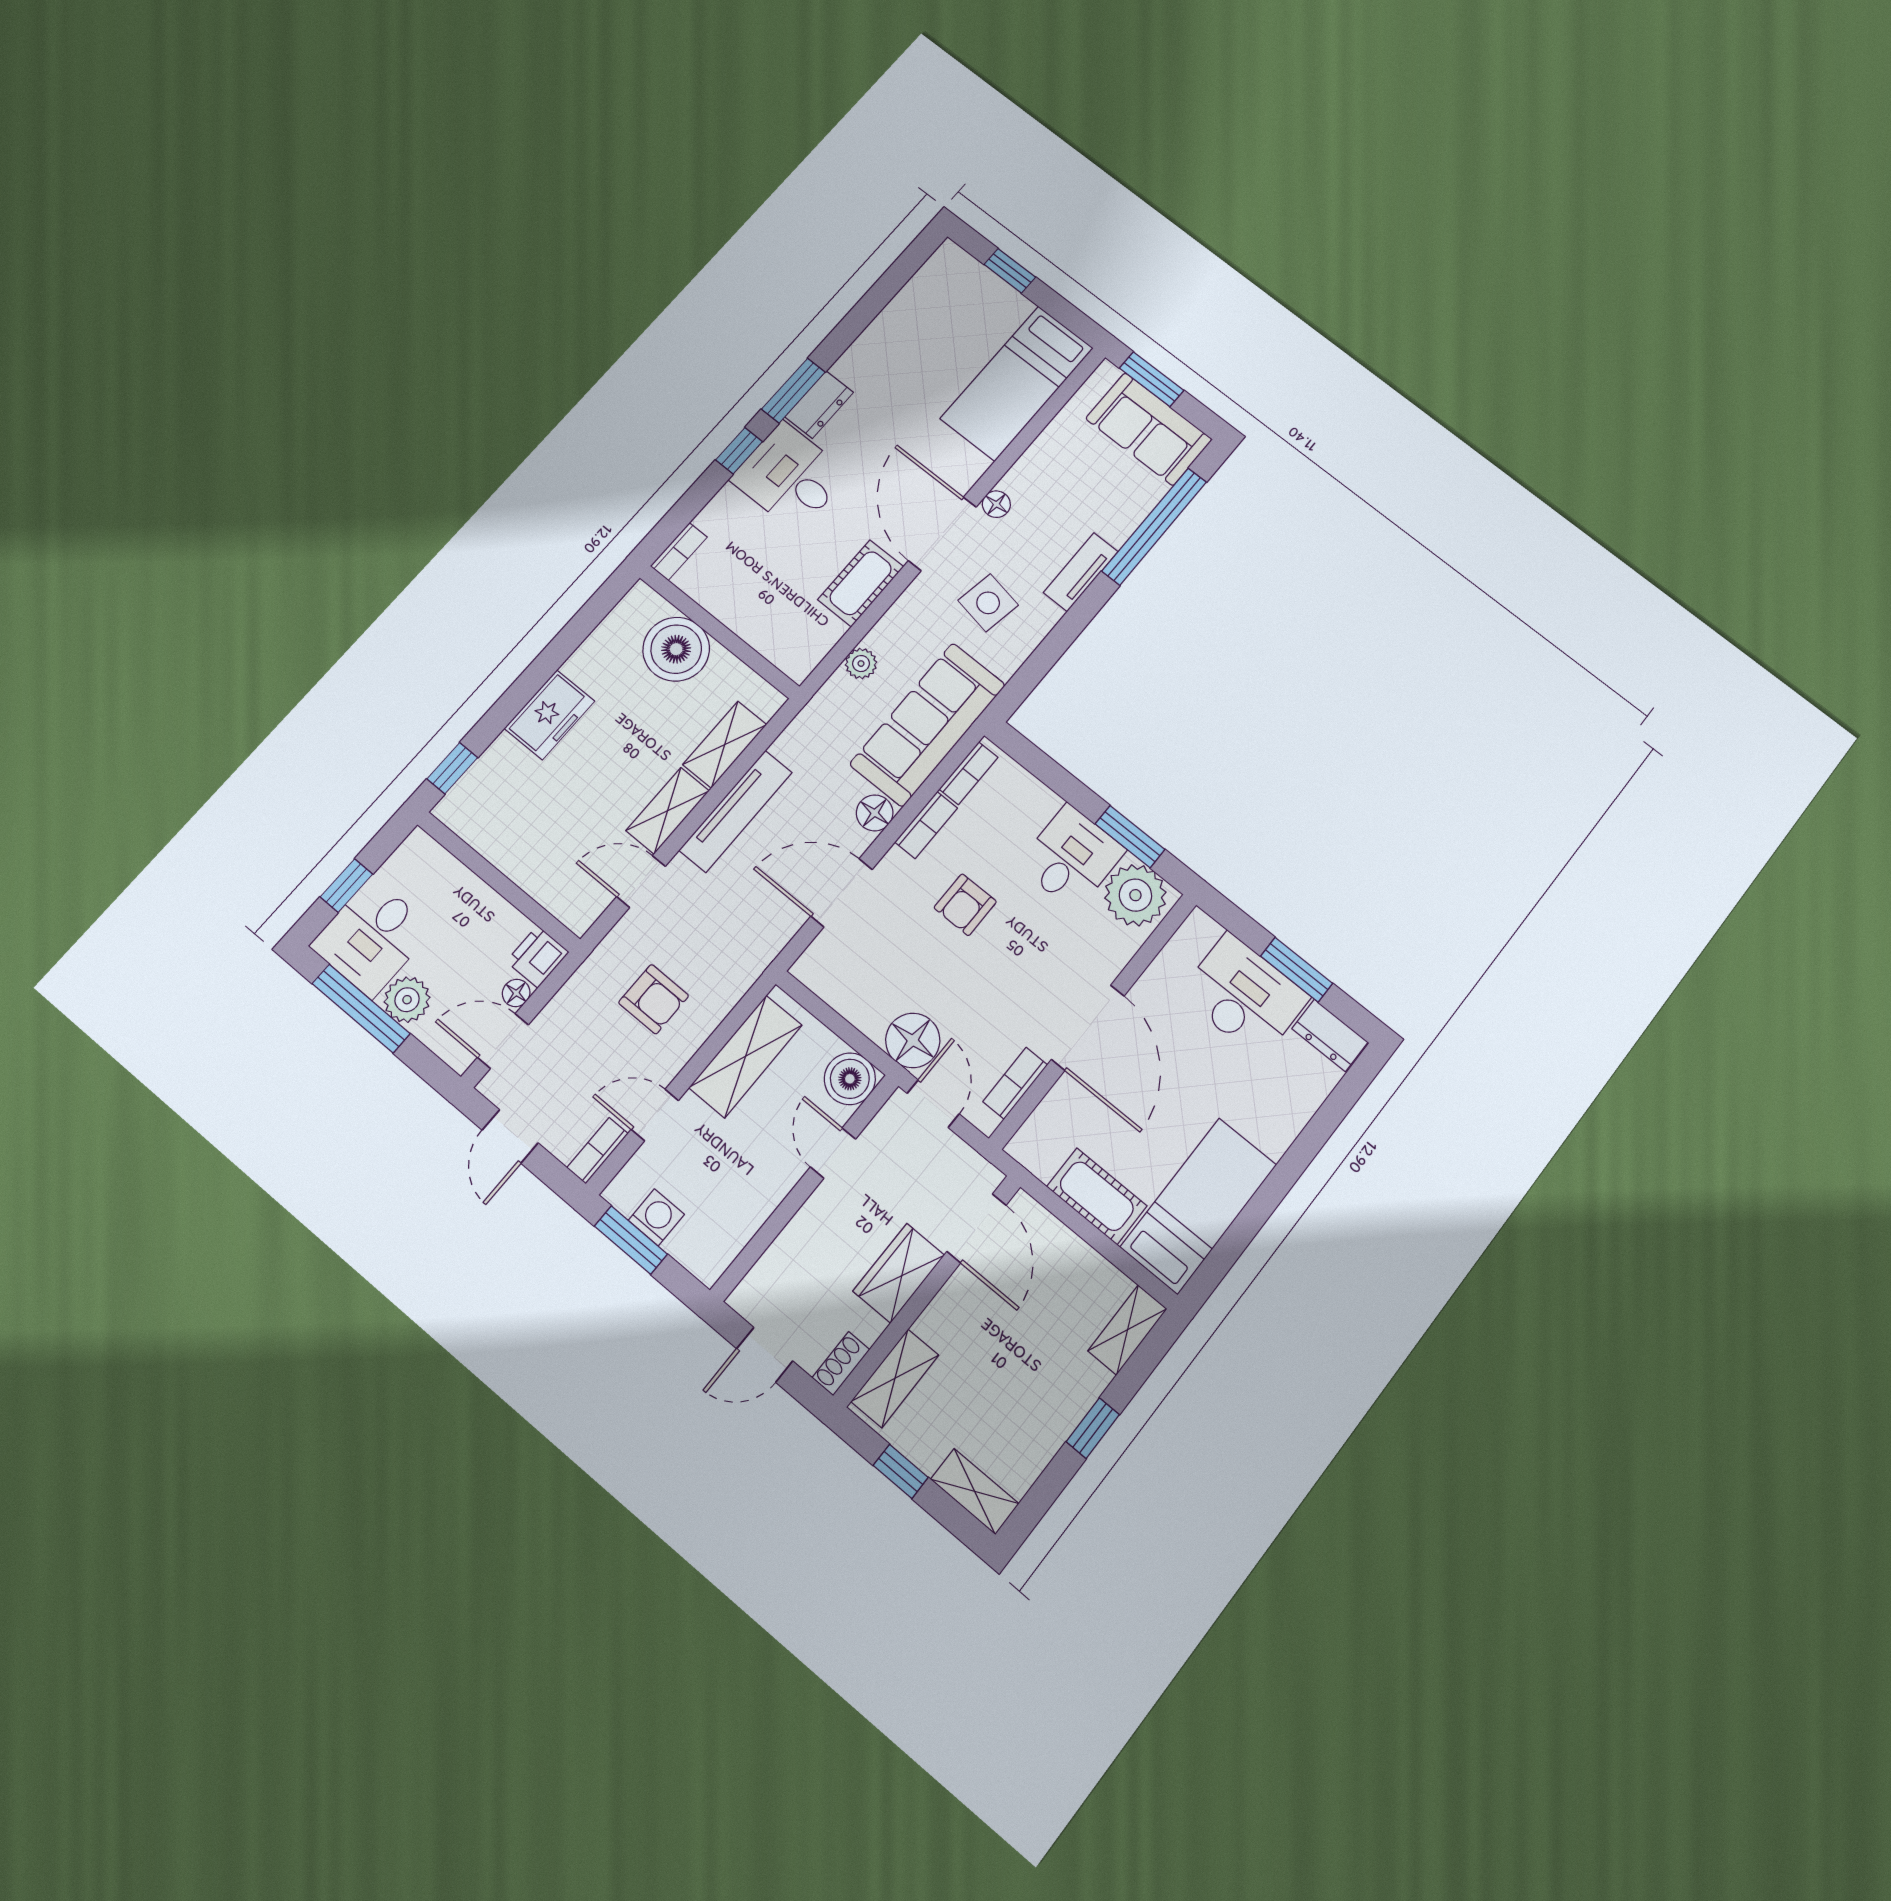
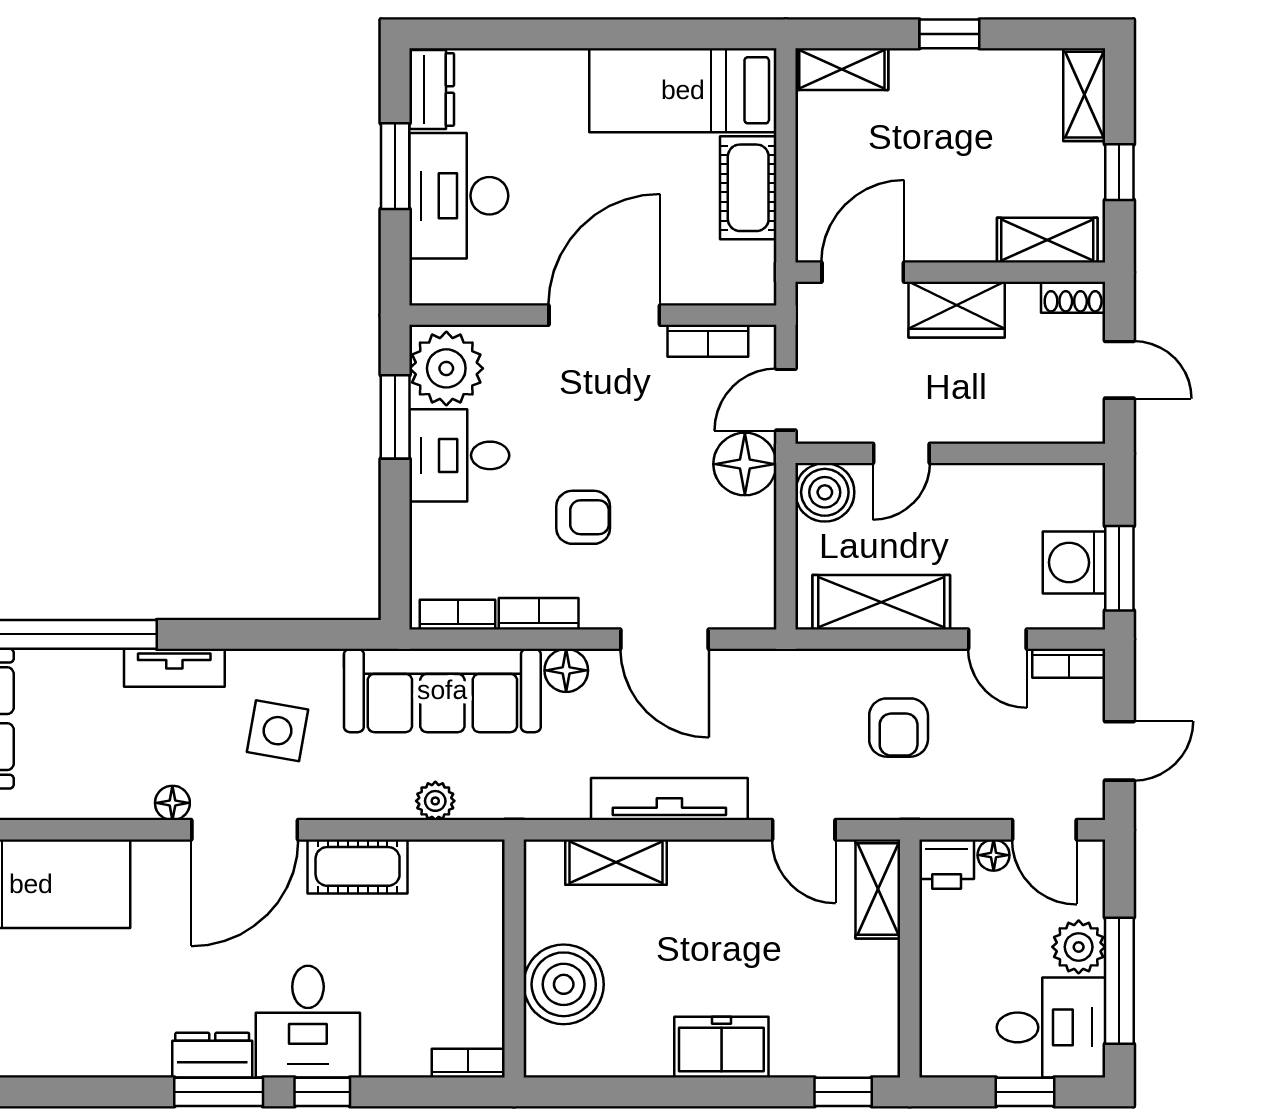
shelving: (668, 811) -> (878, 889), moved, turned 90
armchair: (654, 999) -> (899, 728), turned 180
washing machine: (656, 1217) -> (1074, 562), width x1.38, depth x1.38

